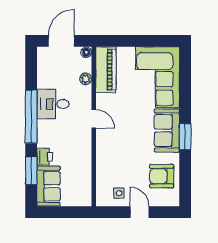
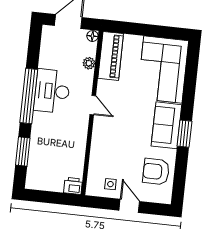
desk: (53, 104) -> (52, 91), width x1.37
printer: (45, 157) -> (73, 186), moved, turned -90
sofa: (49, 186) -> (39, 169), removed

